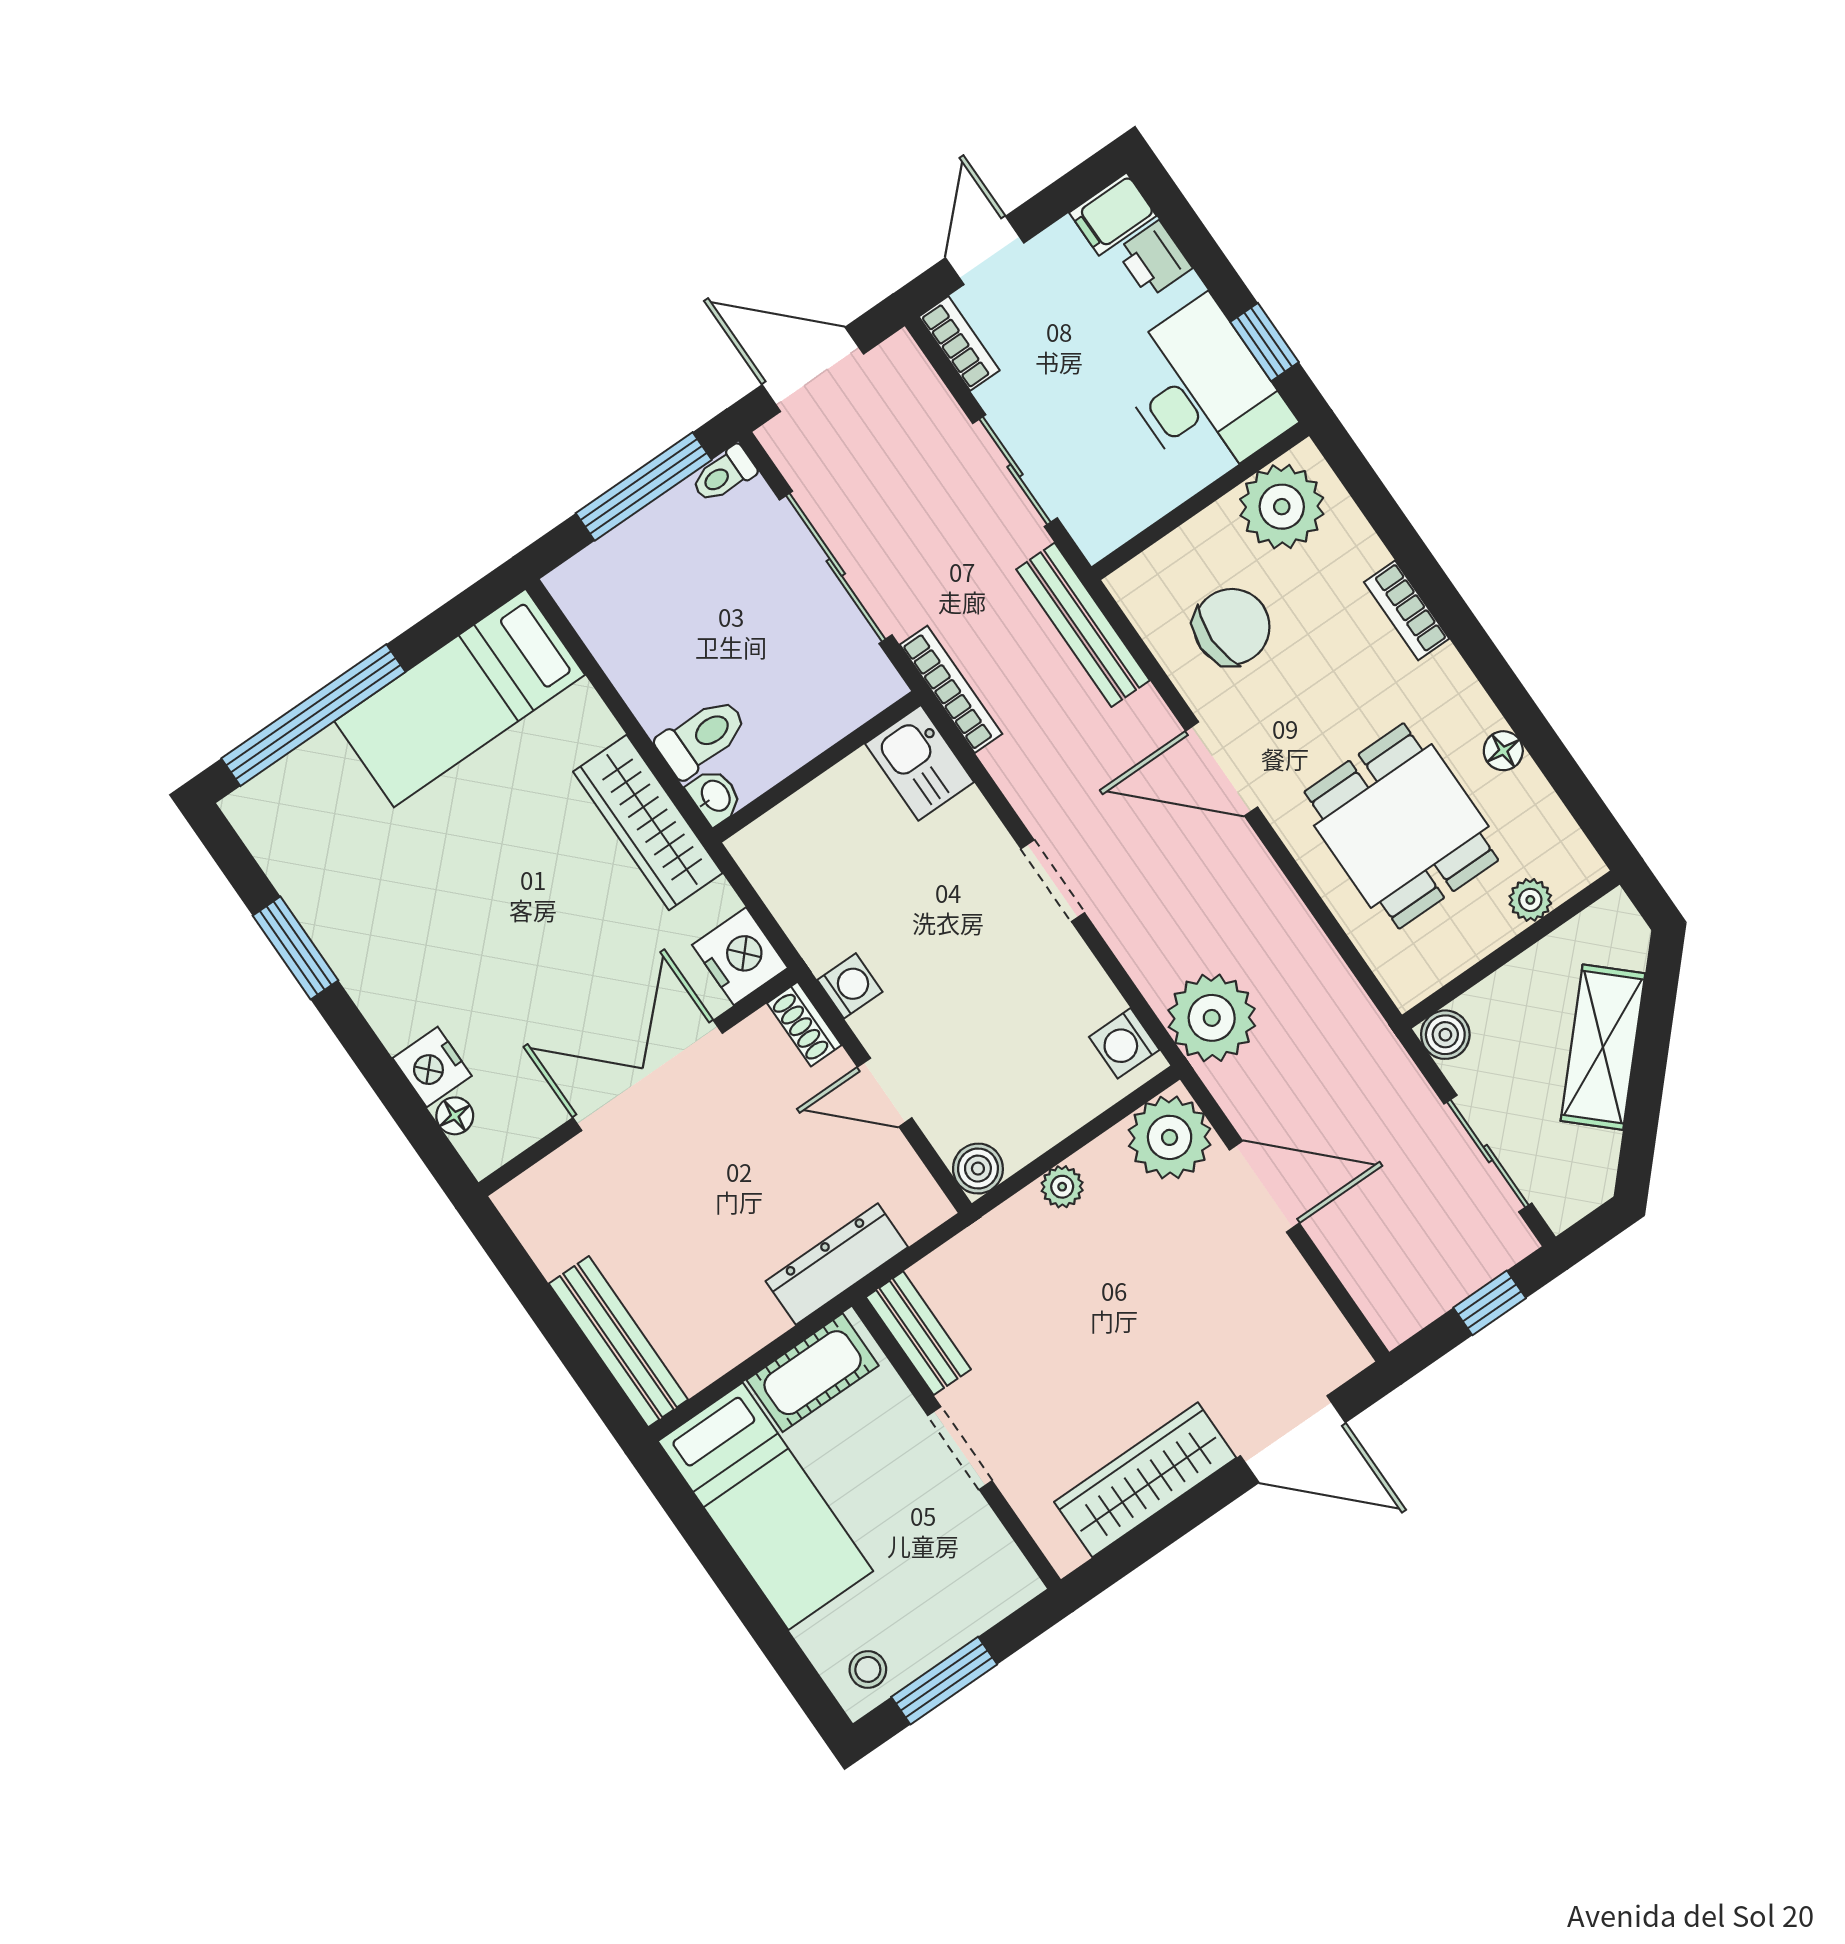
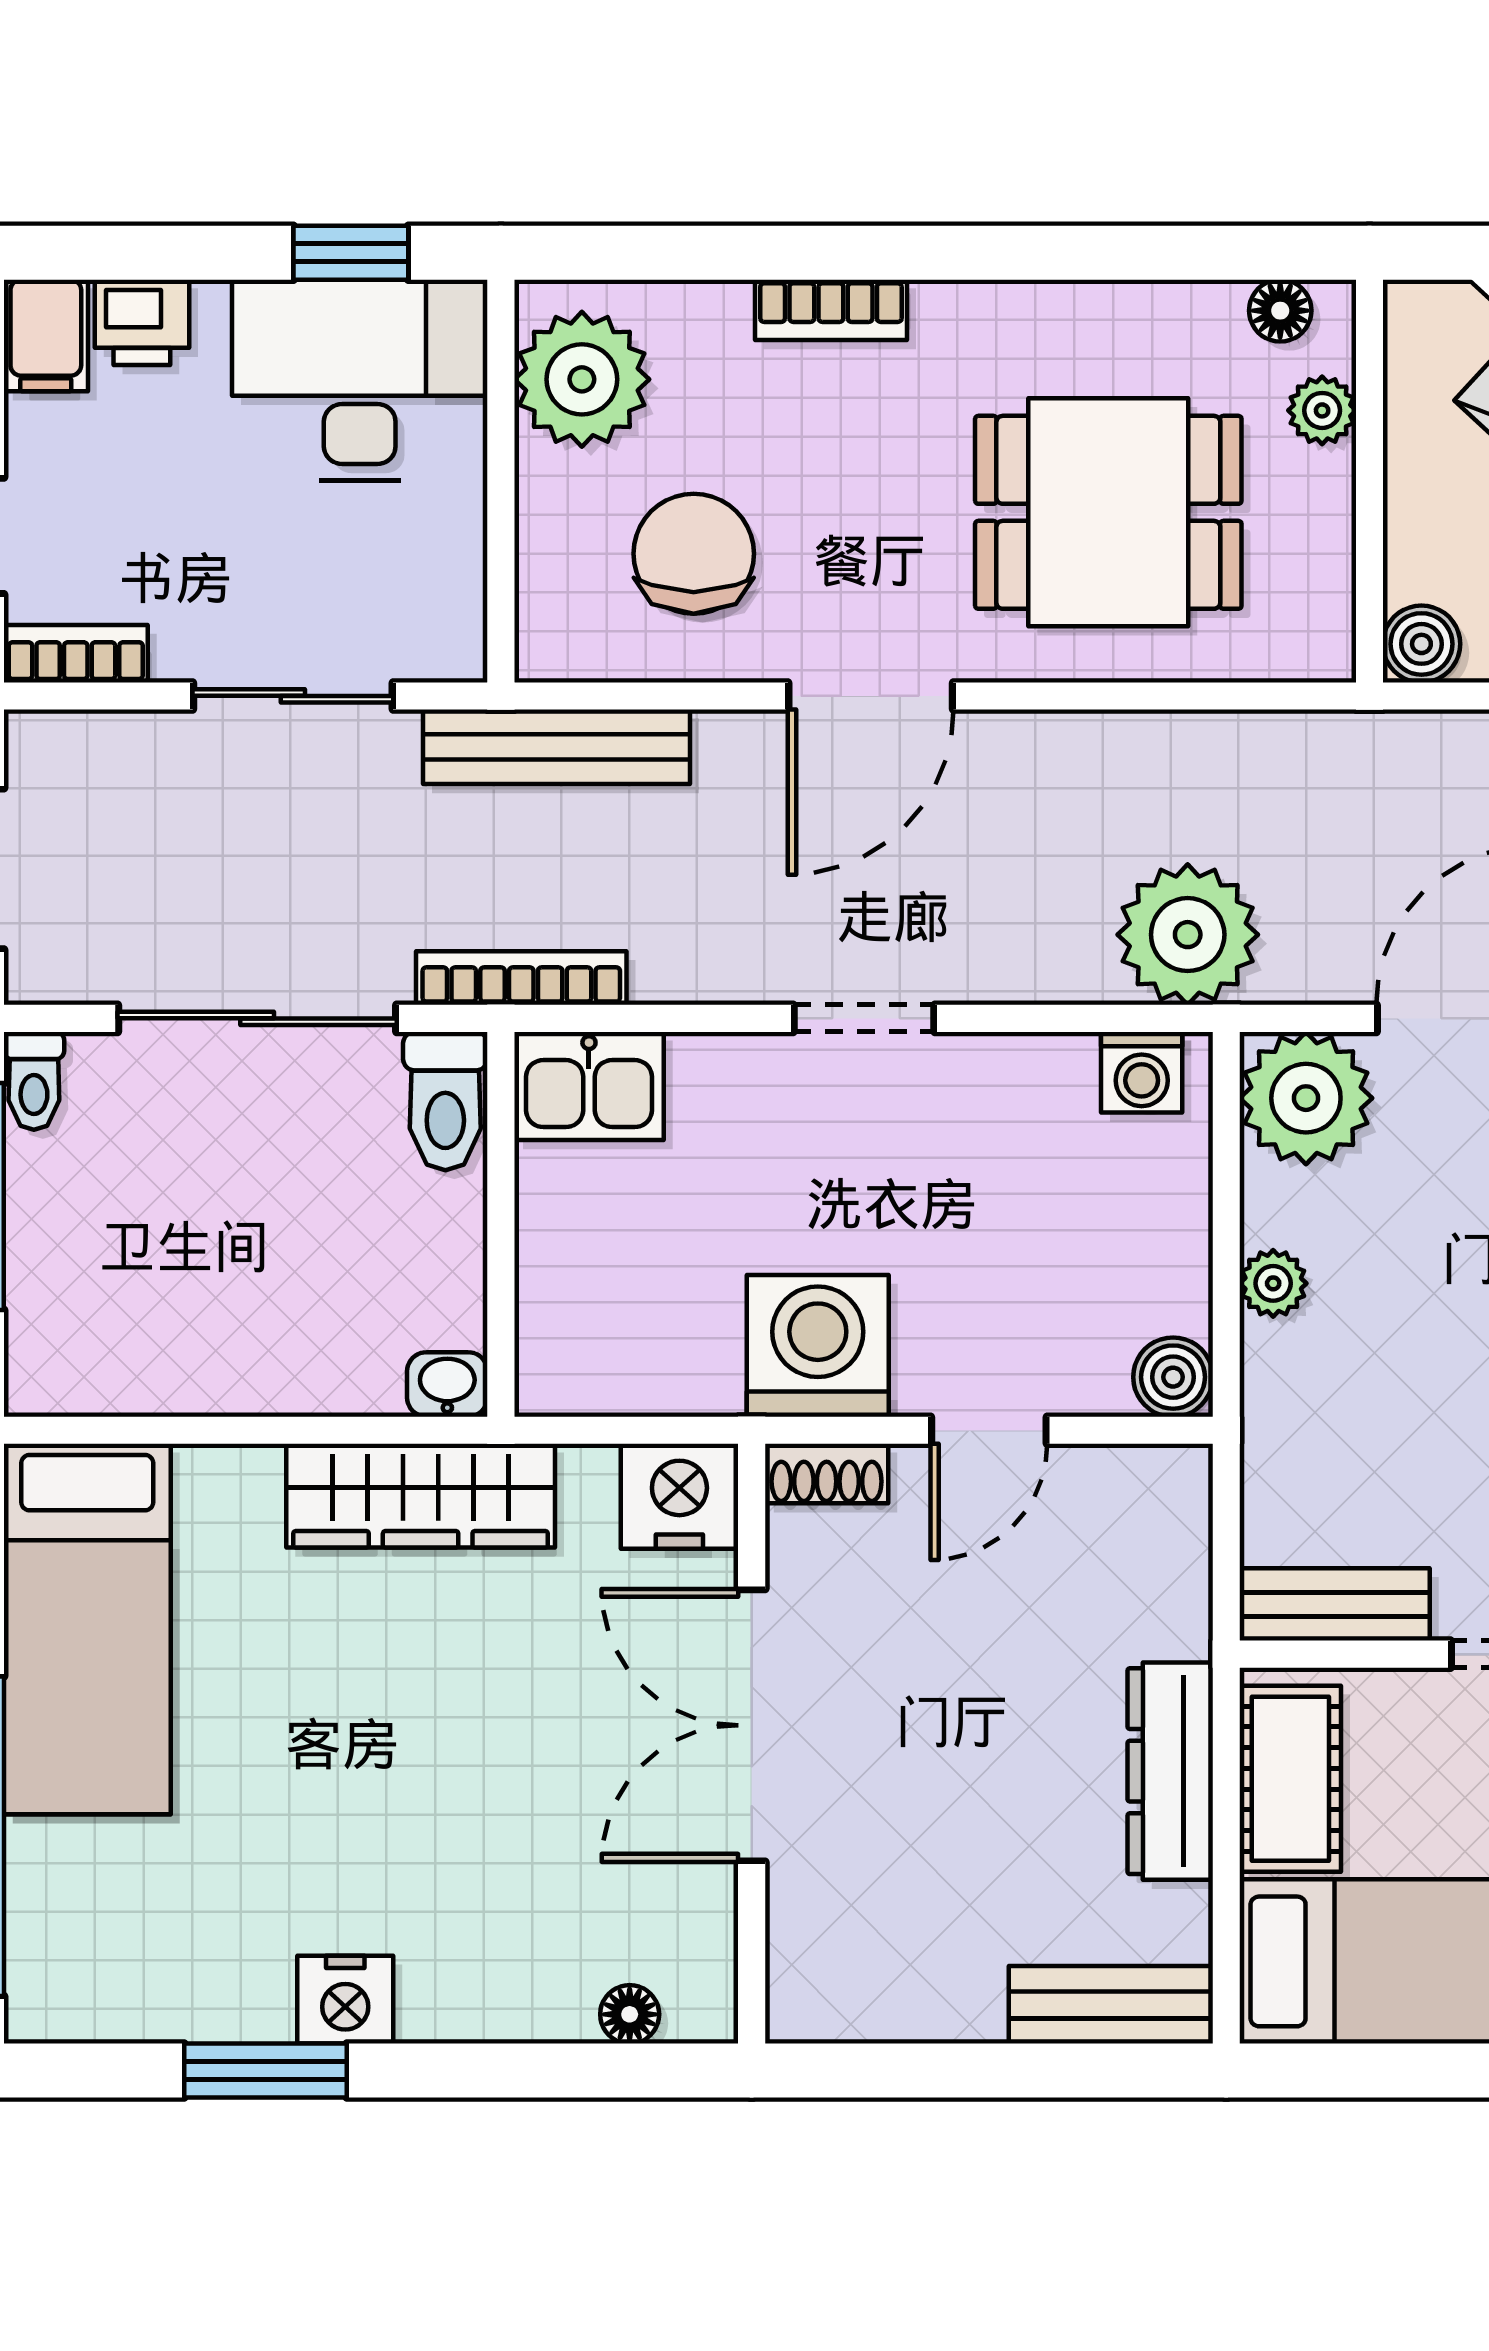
toilet: (702, 737) -> (445, 1101), moved, turned 180
floor lamp: (1503, 751) -> (1280, 311), moved
washing machine: (850, 986) -> (818, 1346), width x1.89, depth x1.89
nightstand: (432, 1067) -> (345, 2000), moved
dresser: (837, 1264) -> (1170, 1771), moved
bench: (618, 1342) -> (1111, 2005), width x0.73

